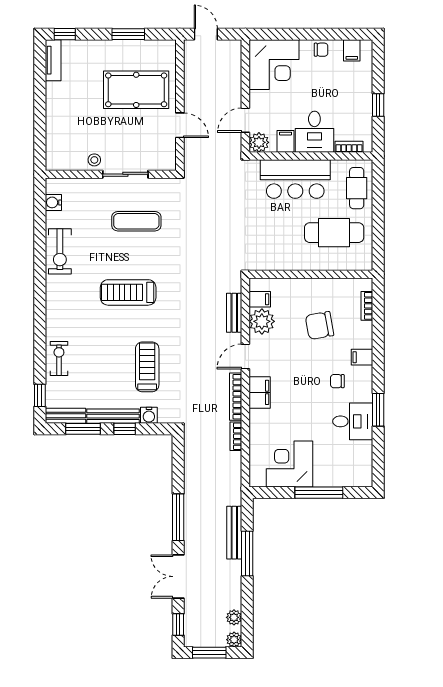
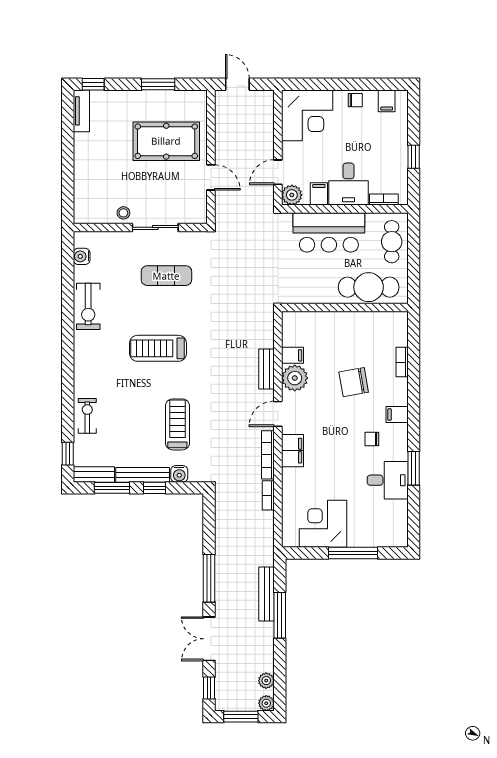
wall: (311, 274) -> (345, 307), moved

